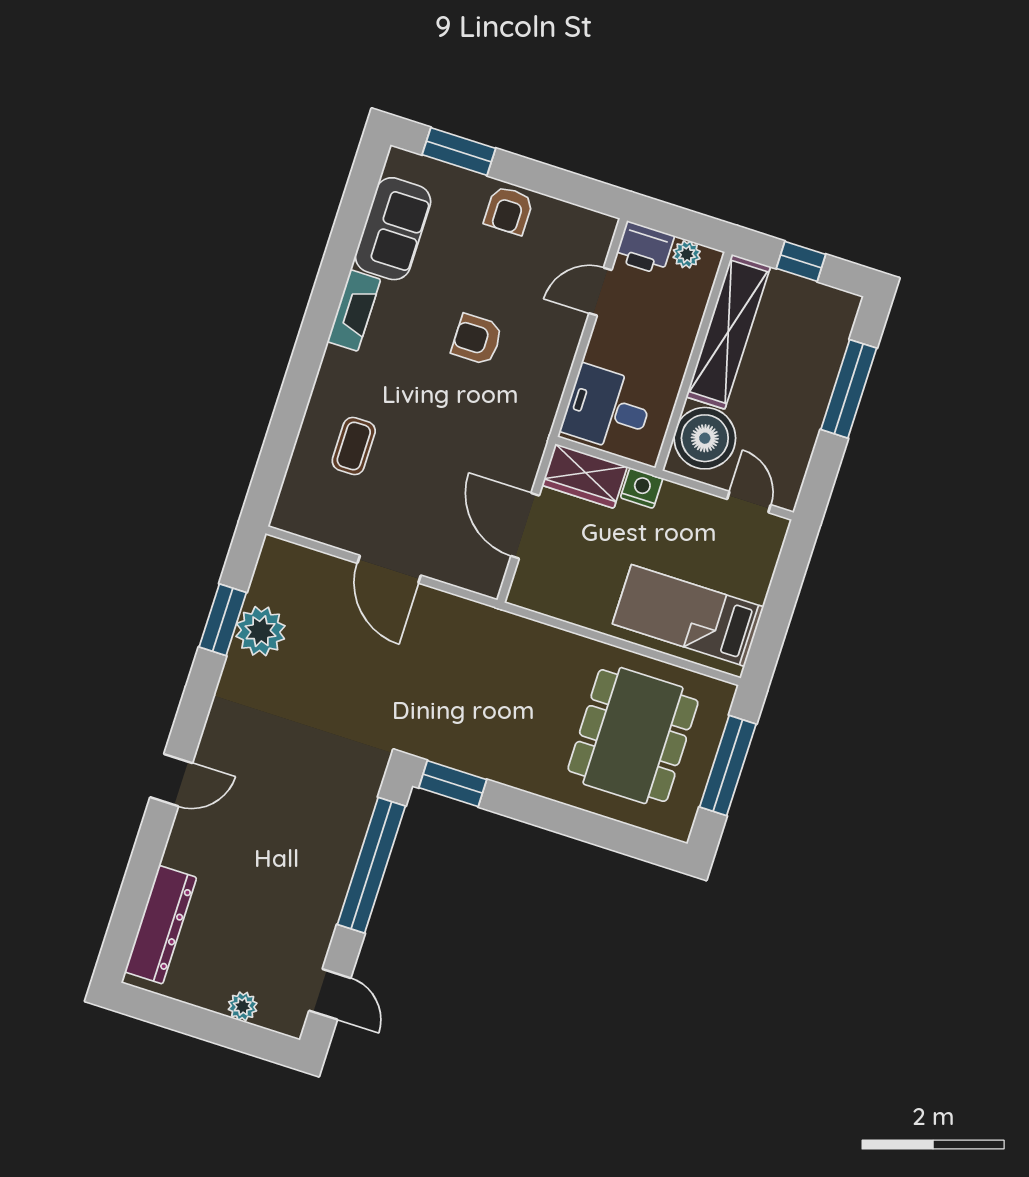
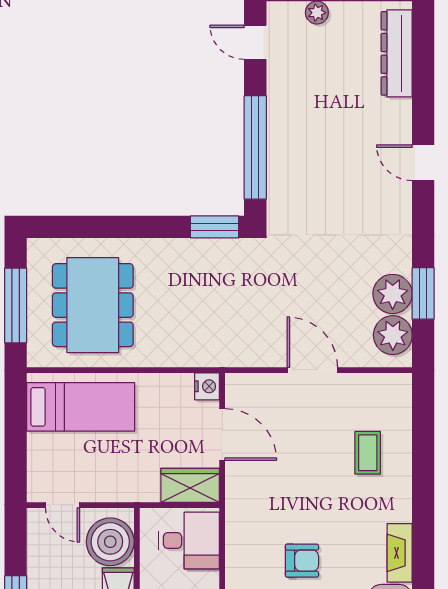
nightstand: (642, 488) -> (207, 386), moved, turned -90
plant: (277, 580) -> (393, 335), added
door: (171, 780) -> (423, 163), hinge flipped

